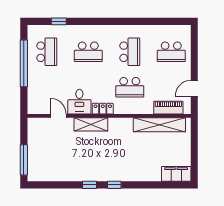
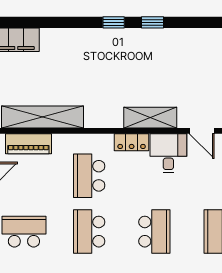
school desk: (88, 52) -> (154, 232), turned 90
school desk: (130, 87) -> (89, 176), turned -90

